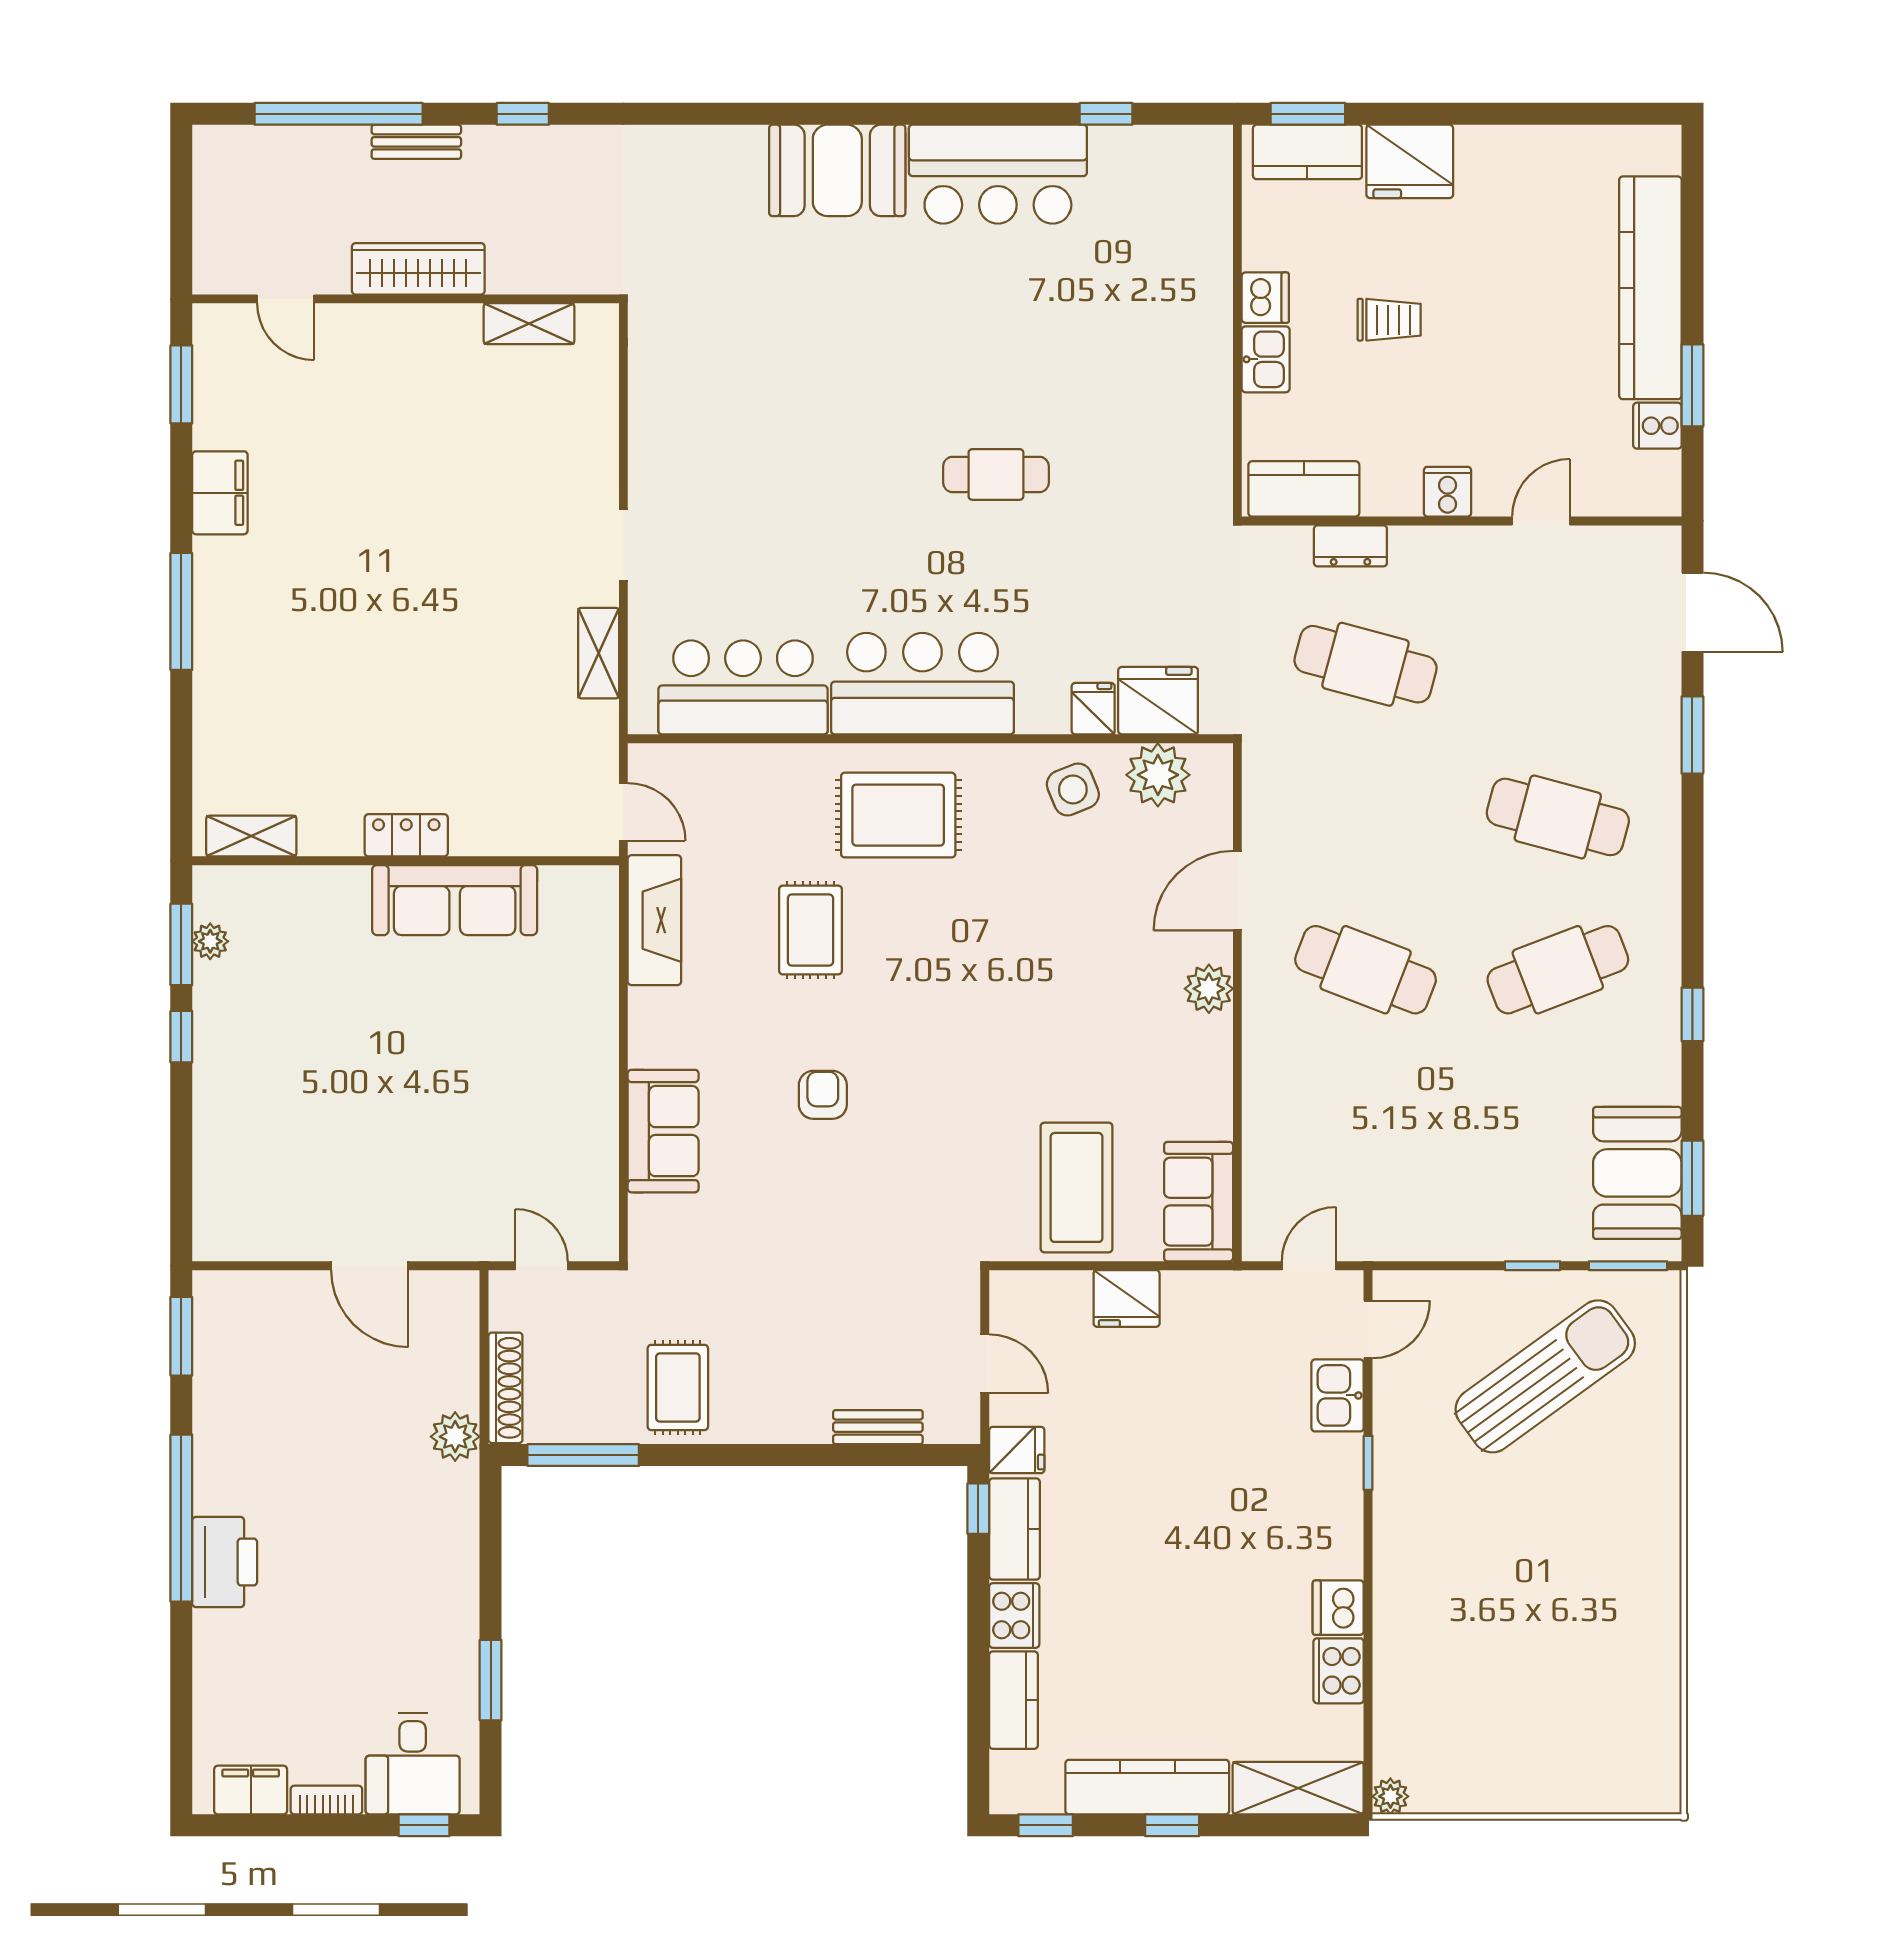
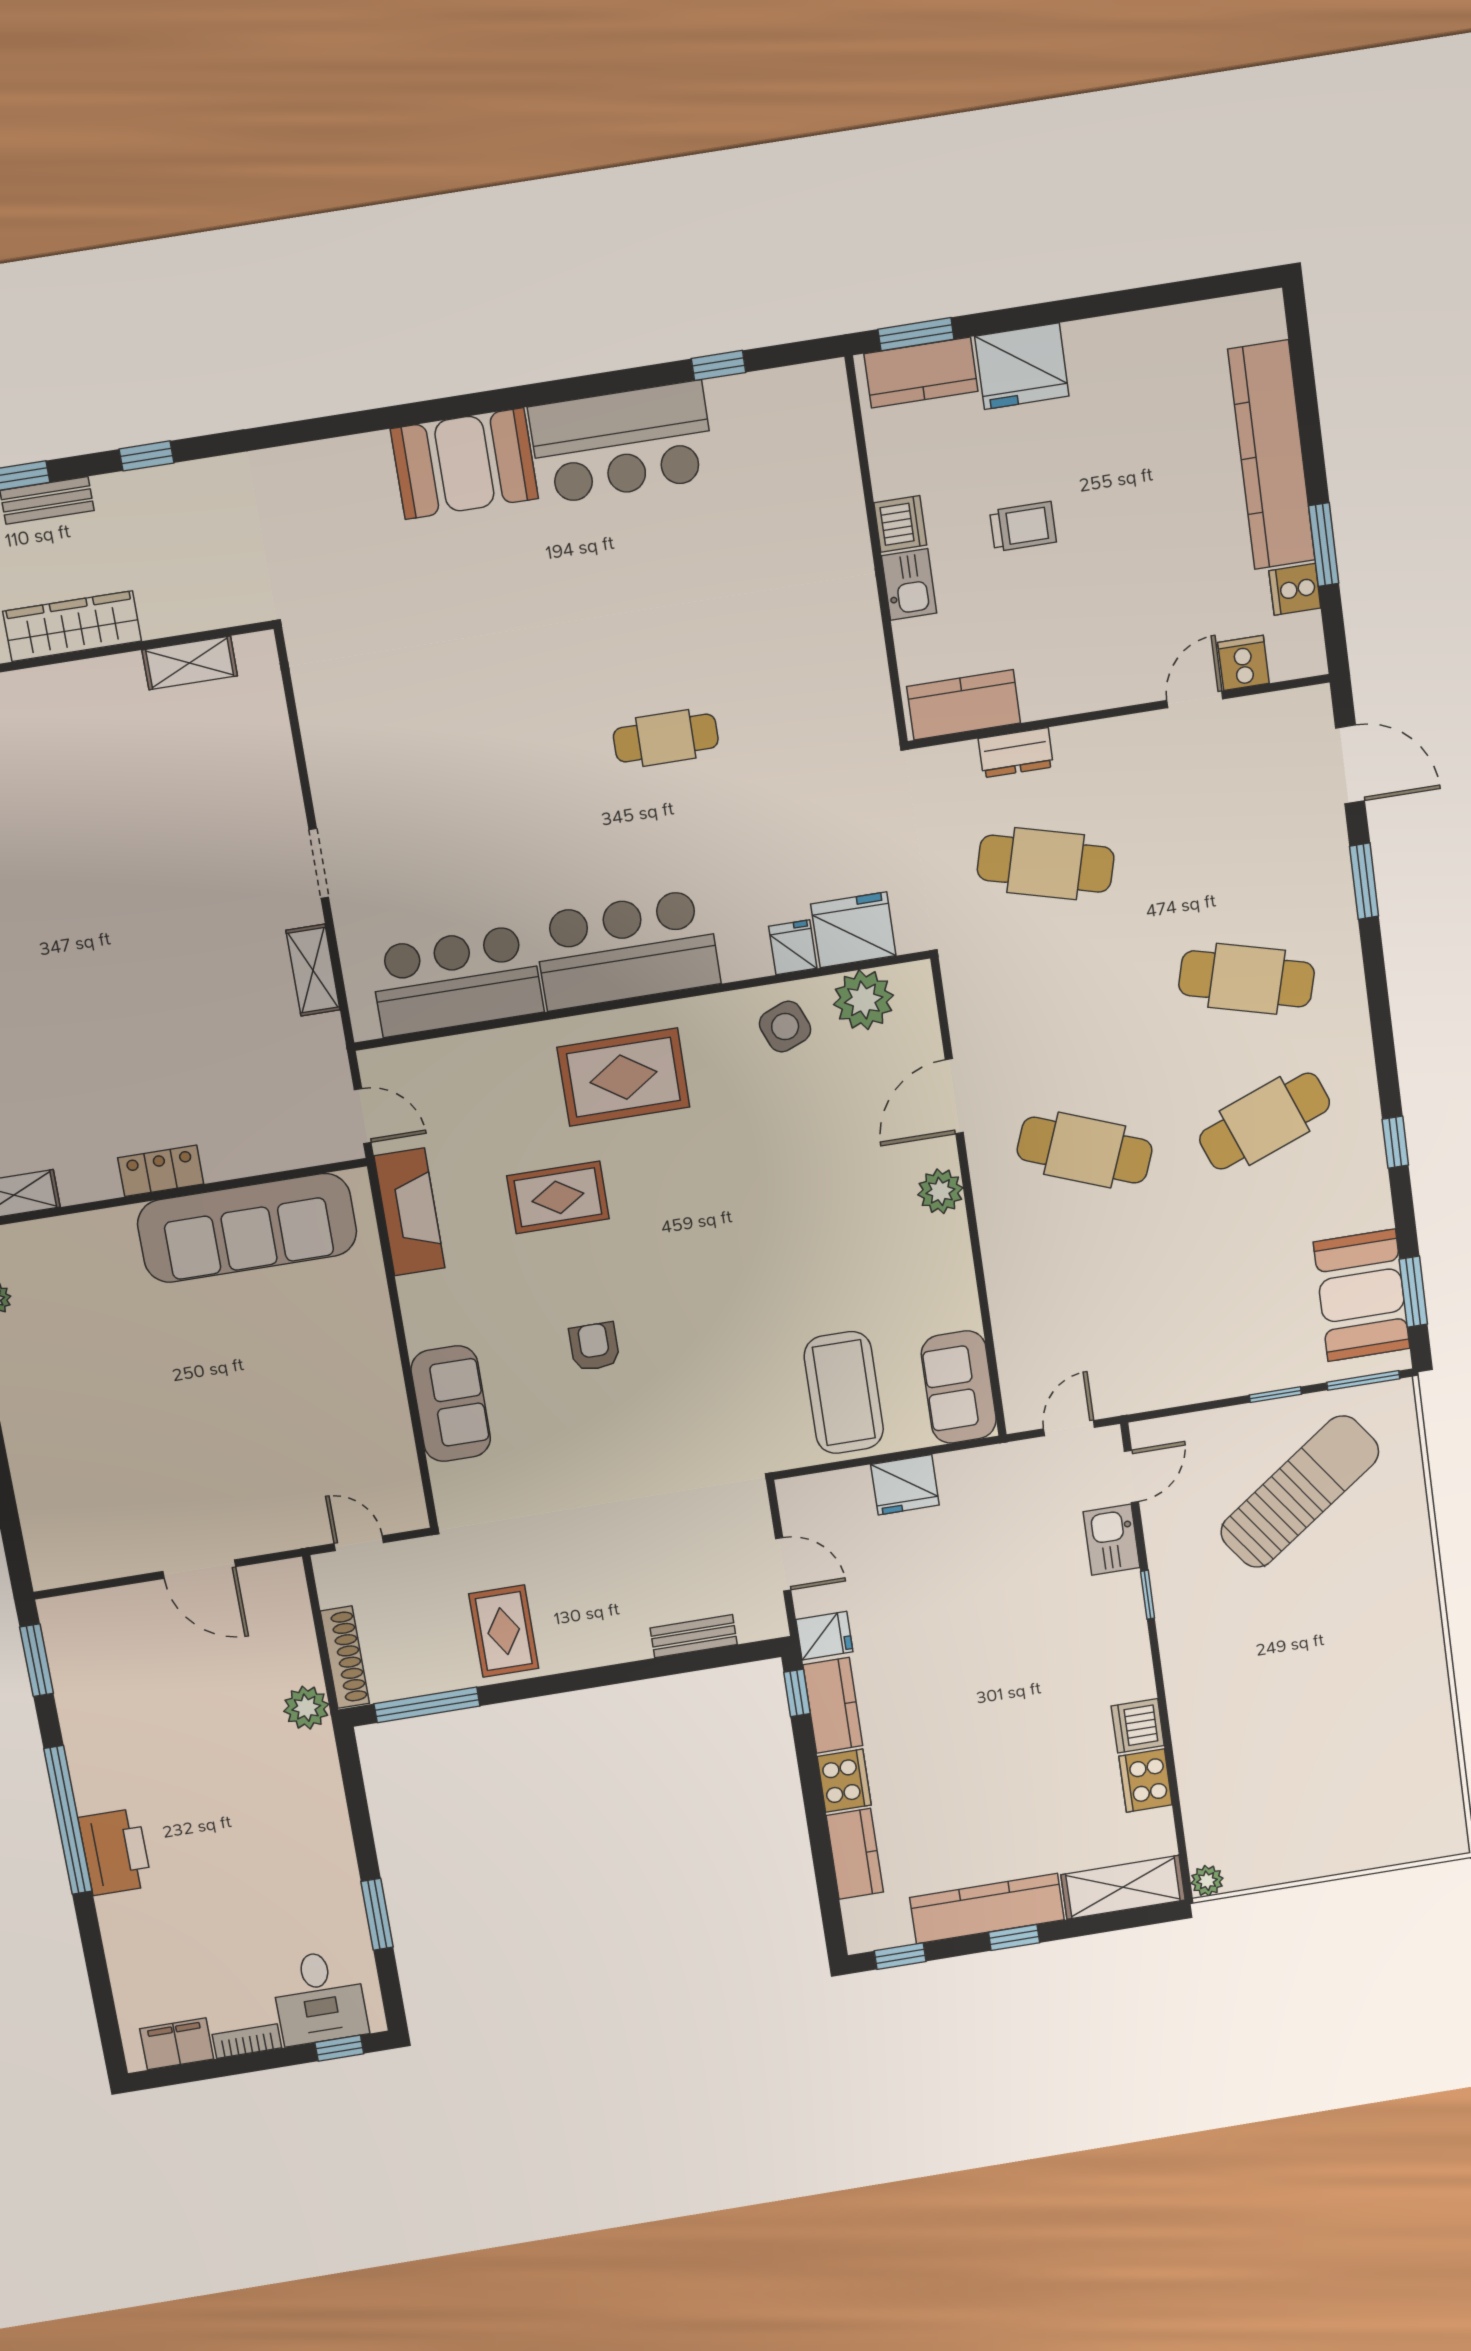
cooker: (1448, 492) -> (1243, 663), moved
sofa: (455, 900) -> (247, 1228), width x1.36, depth x1.27
rug: (810, 930) -> (558, 1197), turned 90

